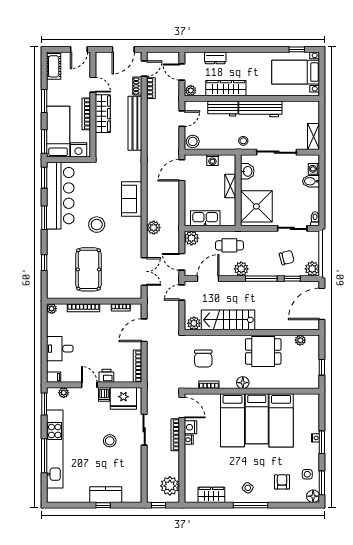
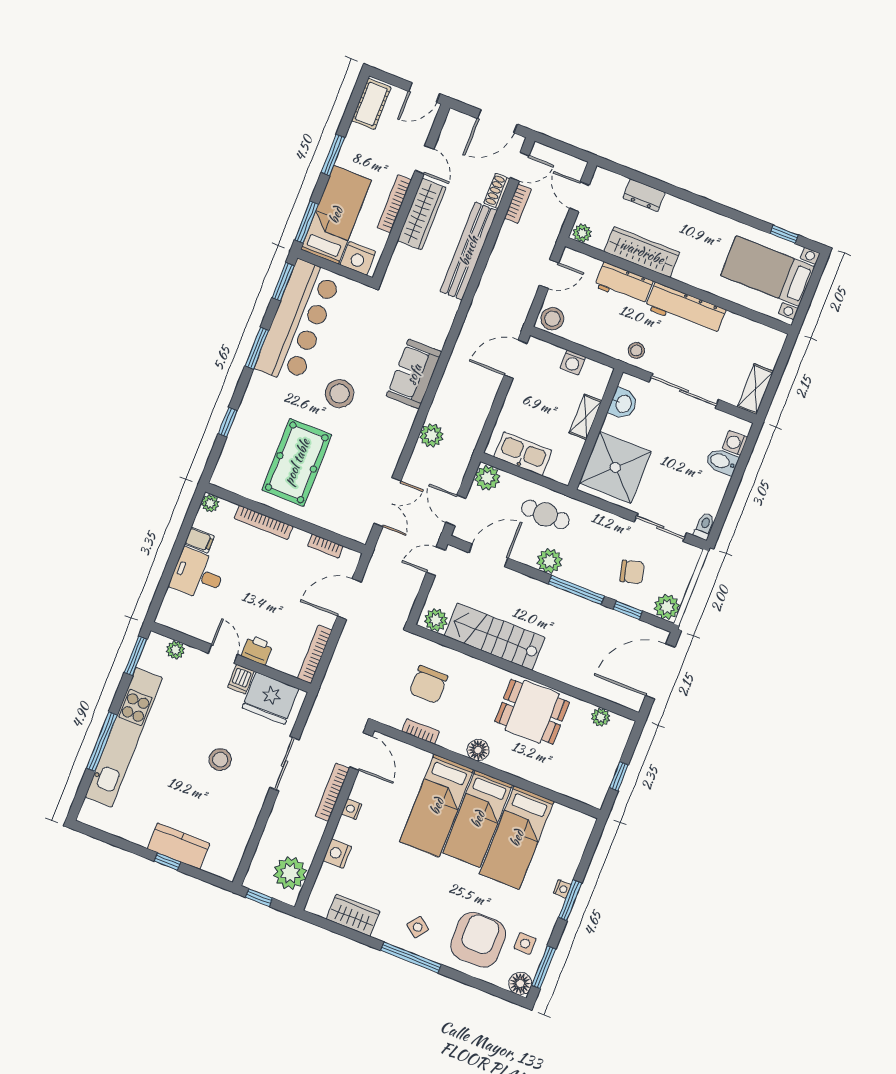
filing cabinet: (54, 377) -> (199, 540), moved
nightstand: (190, 427) -> (337, 854), moved
armchair: (282, 482) -> (478, 940), width x1.88, depth x1.88

